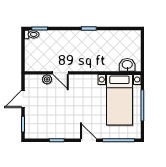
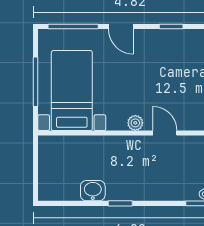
washbasin: (127, 65) -> (93, 191), moved, turned 180
plant: (47, 79) -> (135, 123), moved

